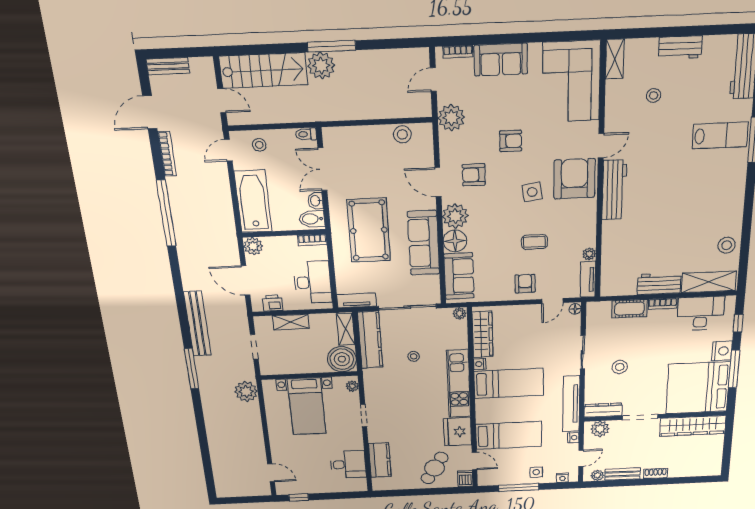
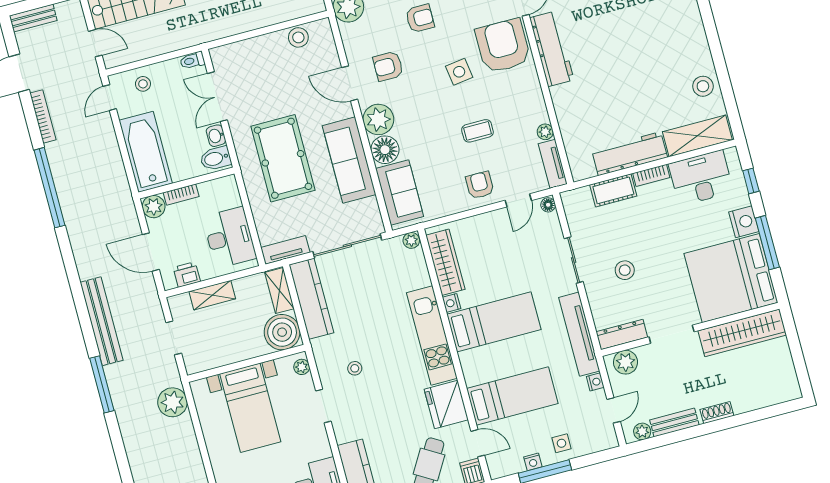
bookcase: (312, 240) -> (181, 195), moved
workbench: (659, 284) -> (630, 154), width x1.37
stool: (414, 356) -> (355, 368), moved
nightstand: (562, 478) -> (533, 462), moved

